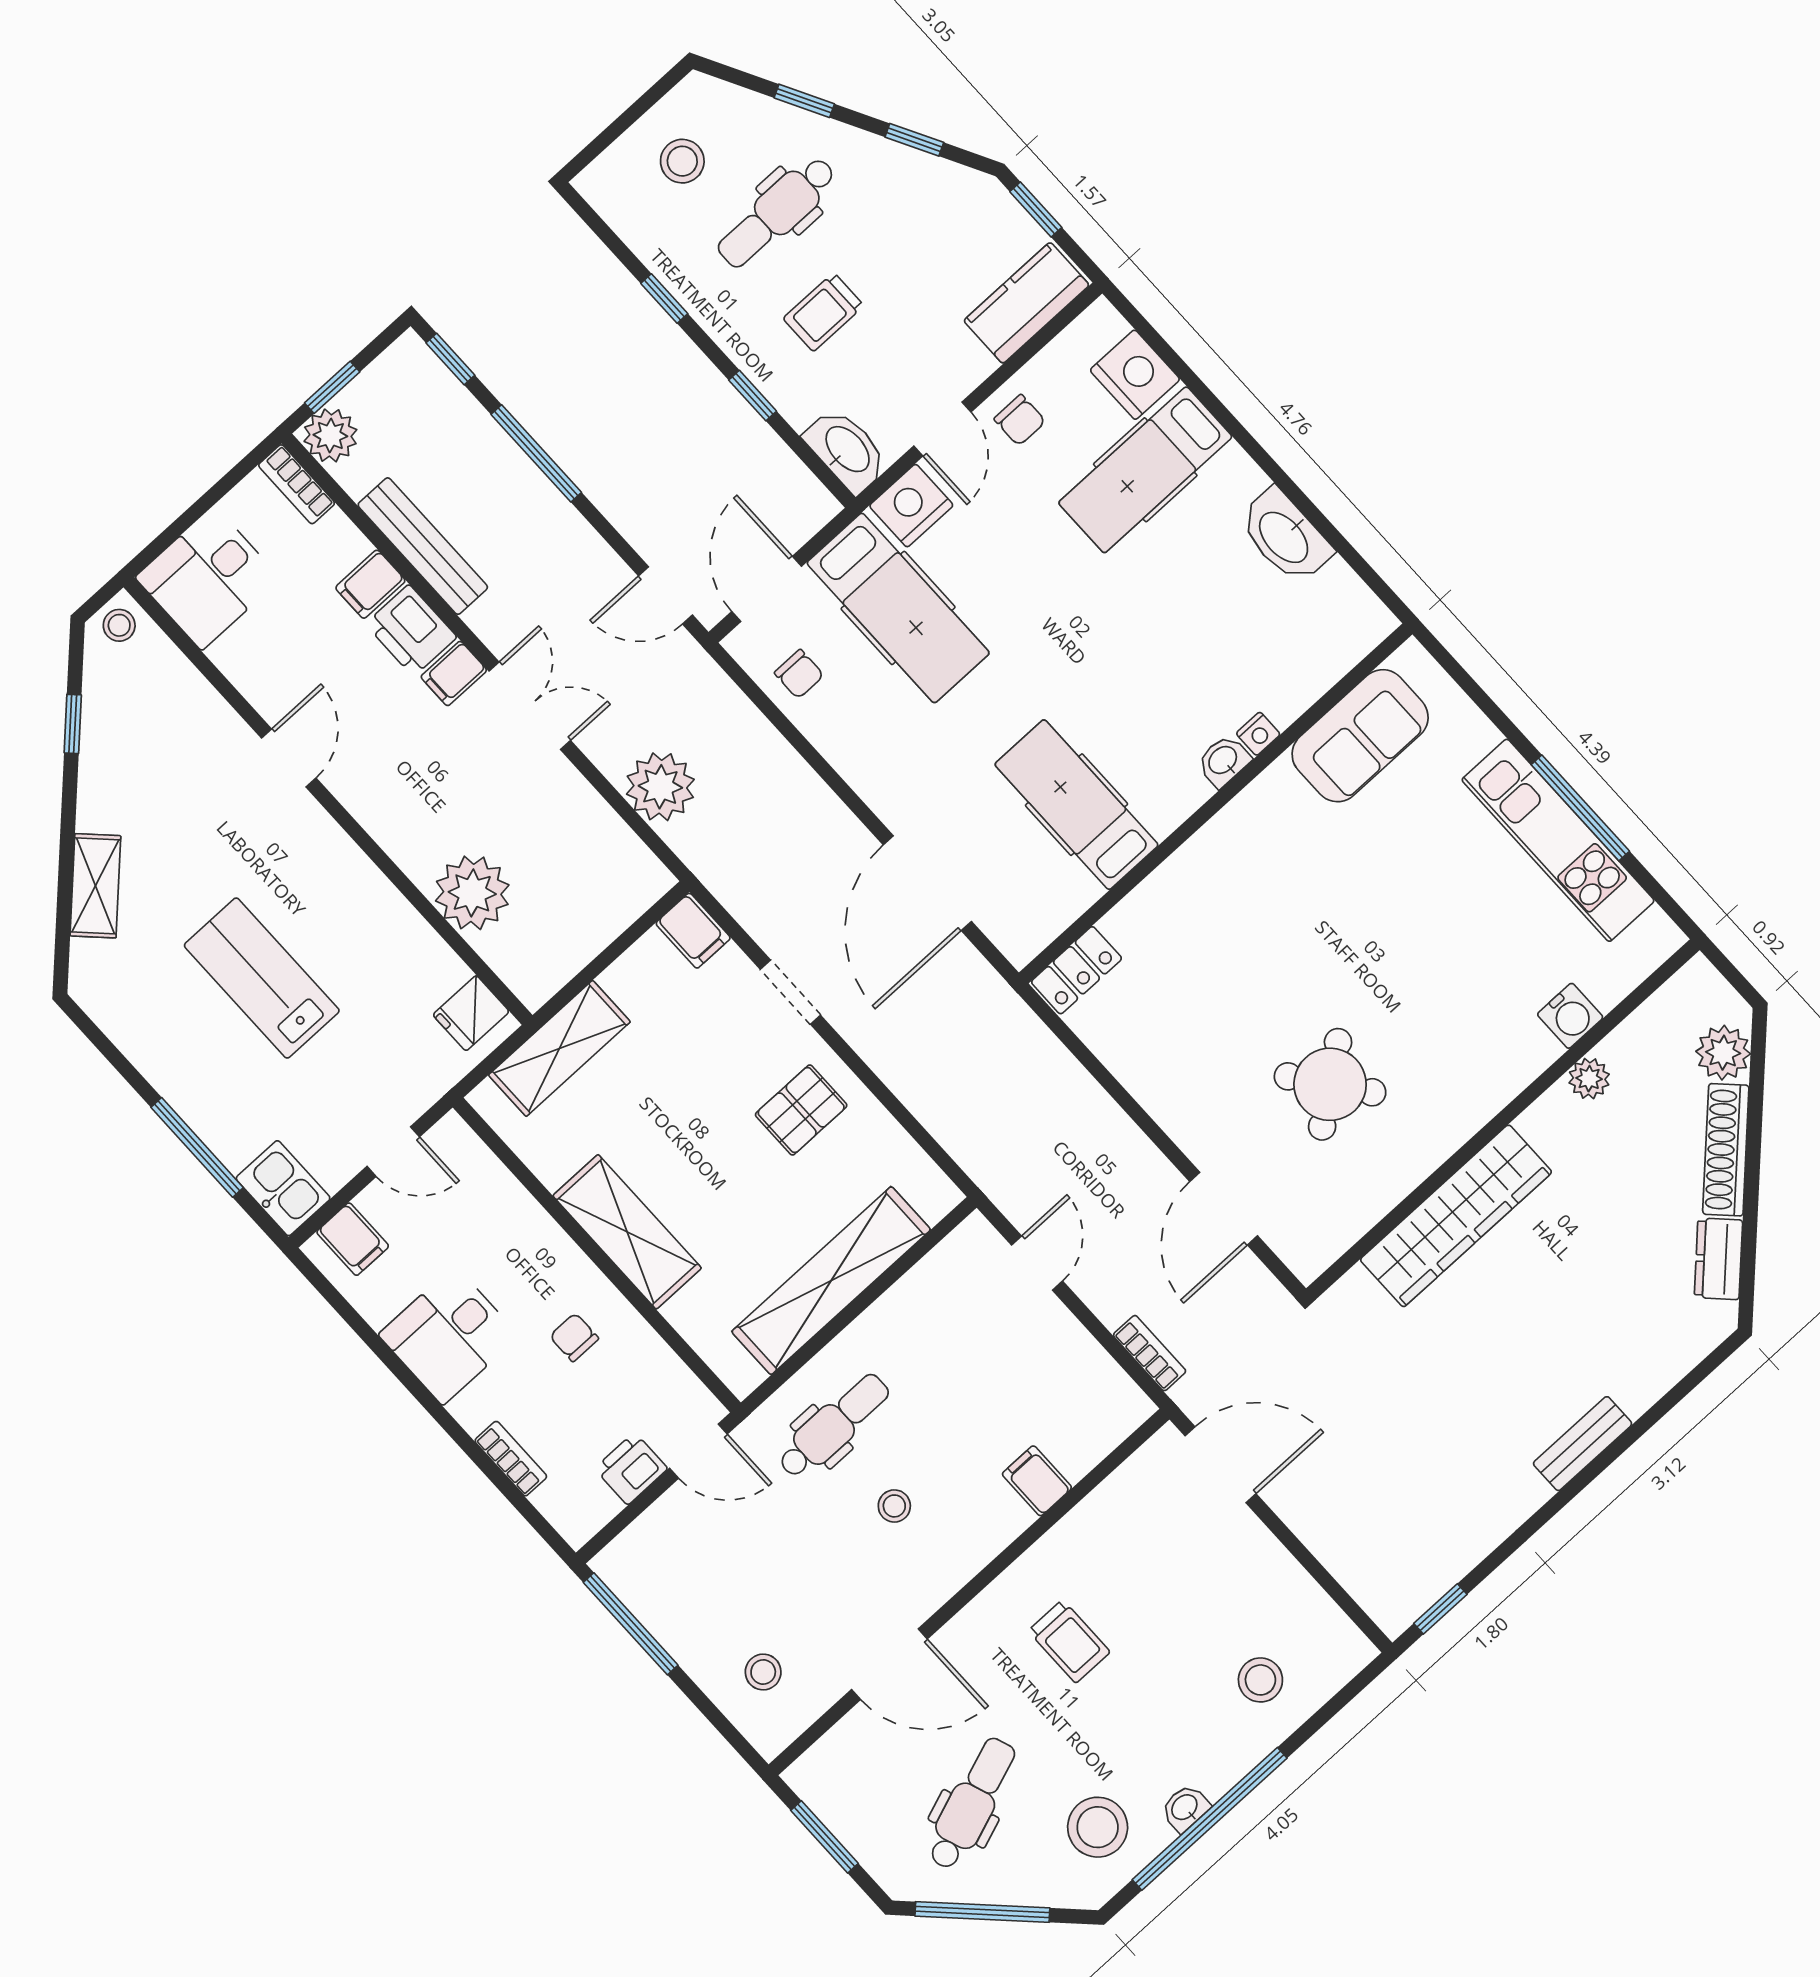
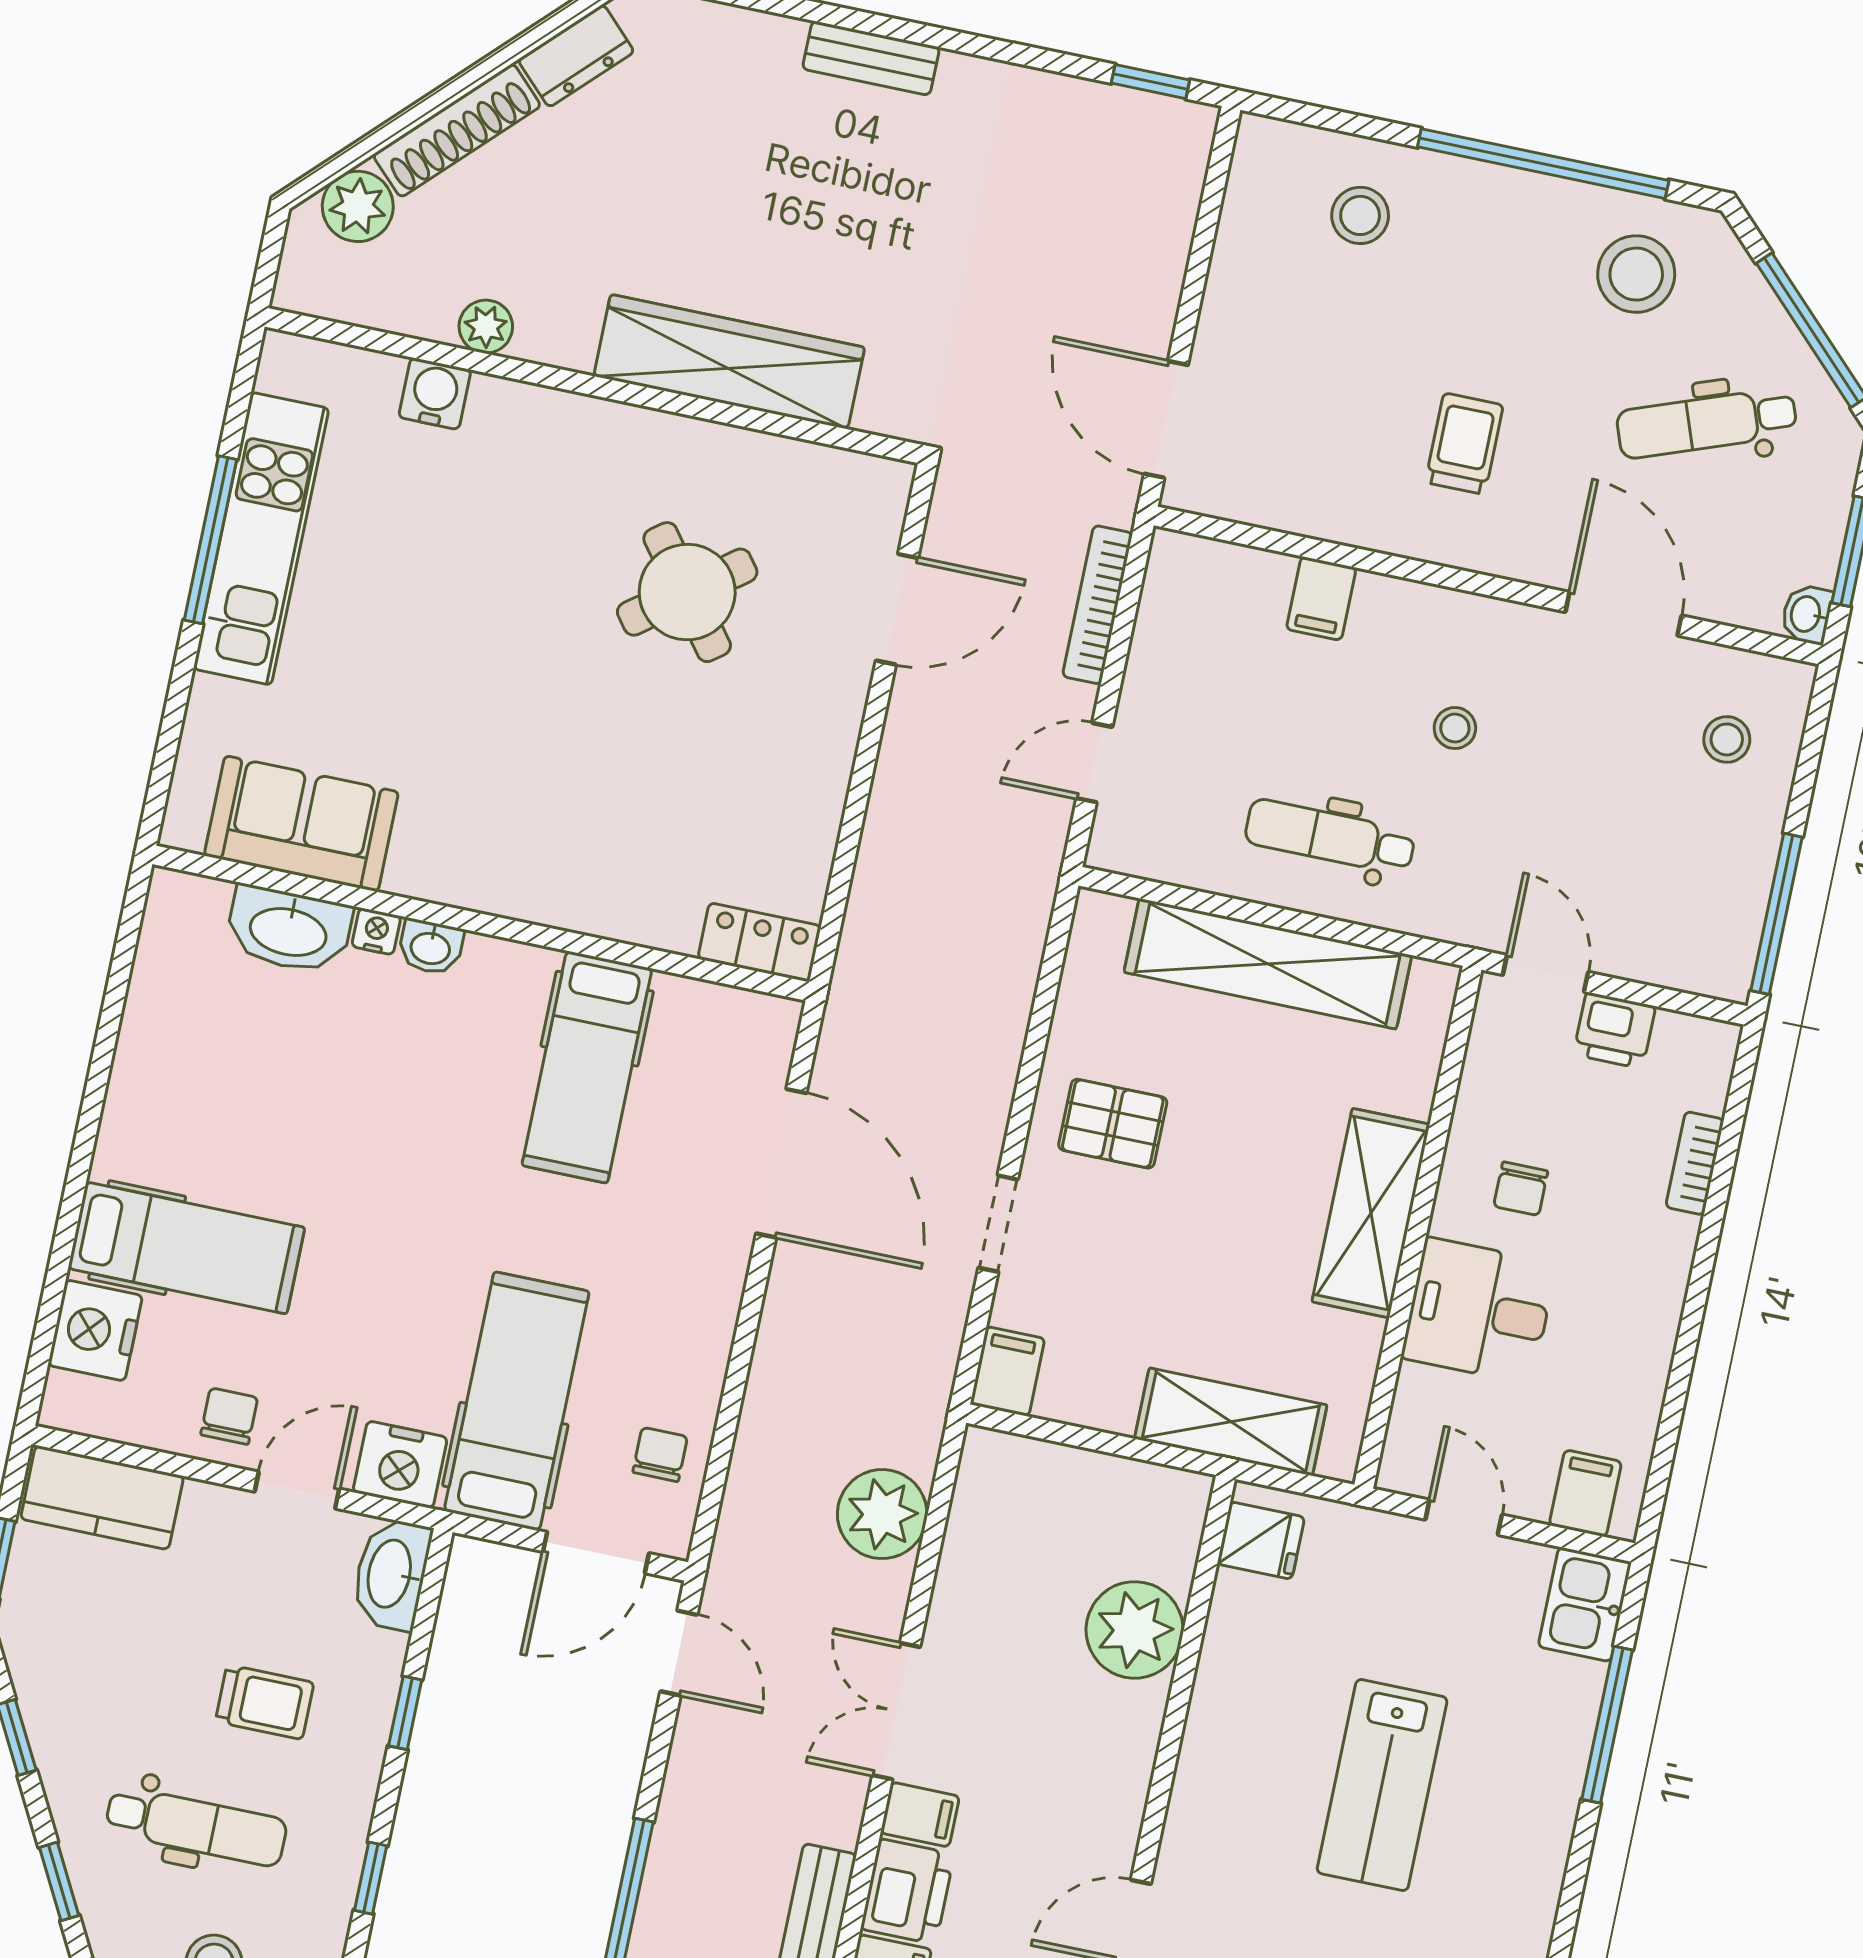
washbasin: (1285, 536) -> (289, 930), moved, turned 90
door: (927, 883) -> (781, 1163), hinge flipped
desk: (449, 1335) -> (1479, 1311), moved, turned 180
bookcase: (1150, 1353) -> (1098, 605), width x1.56
dental chair: (834, 1426) -> (1330, 837), moved
washbasin: (1185, 1808) -> (1807, 614), moved, turned 90

